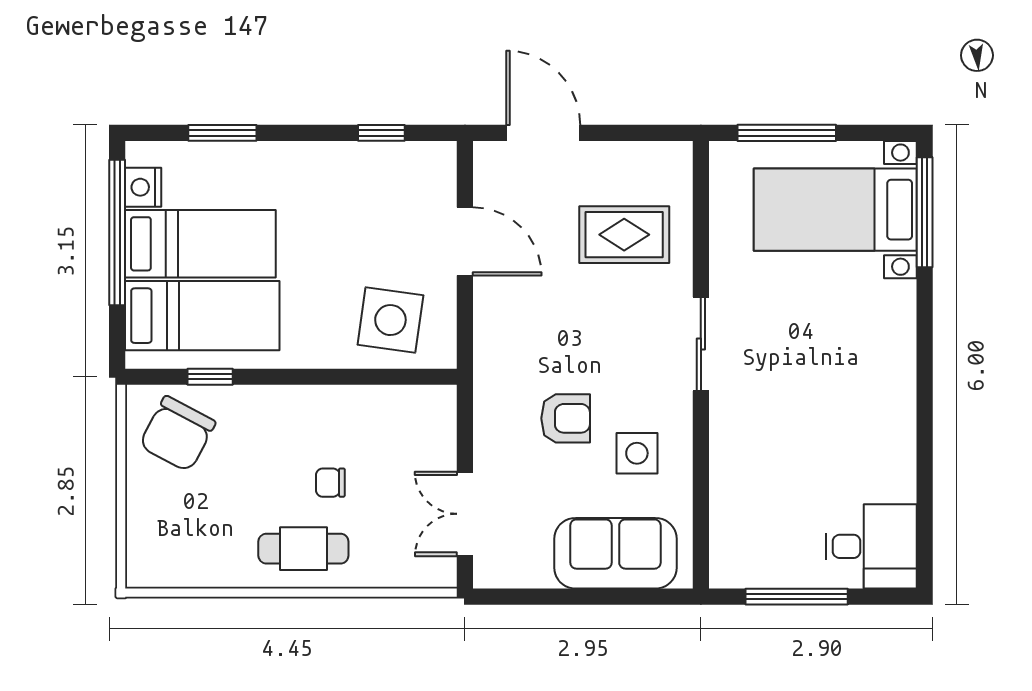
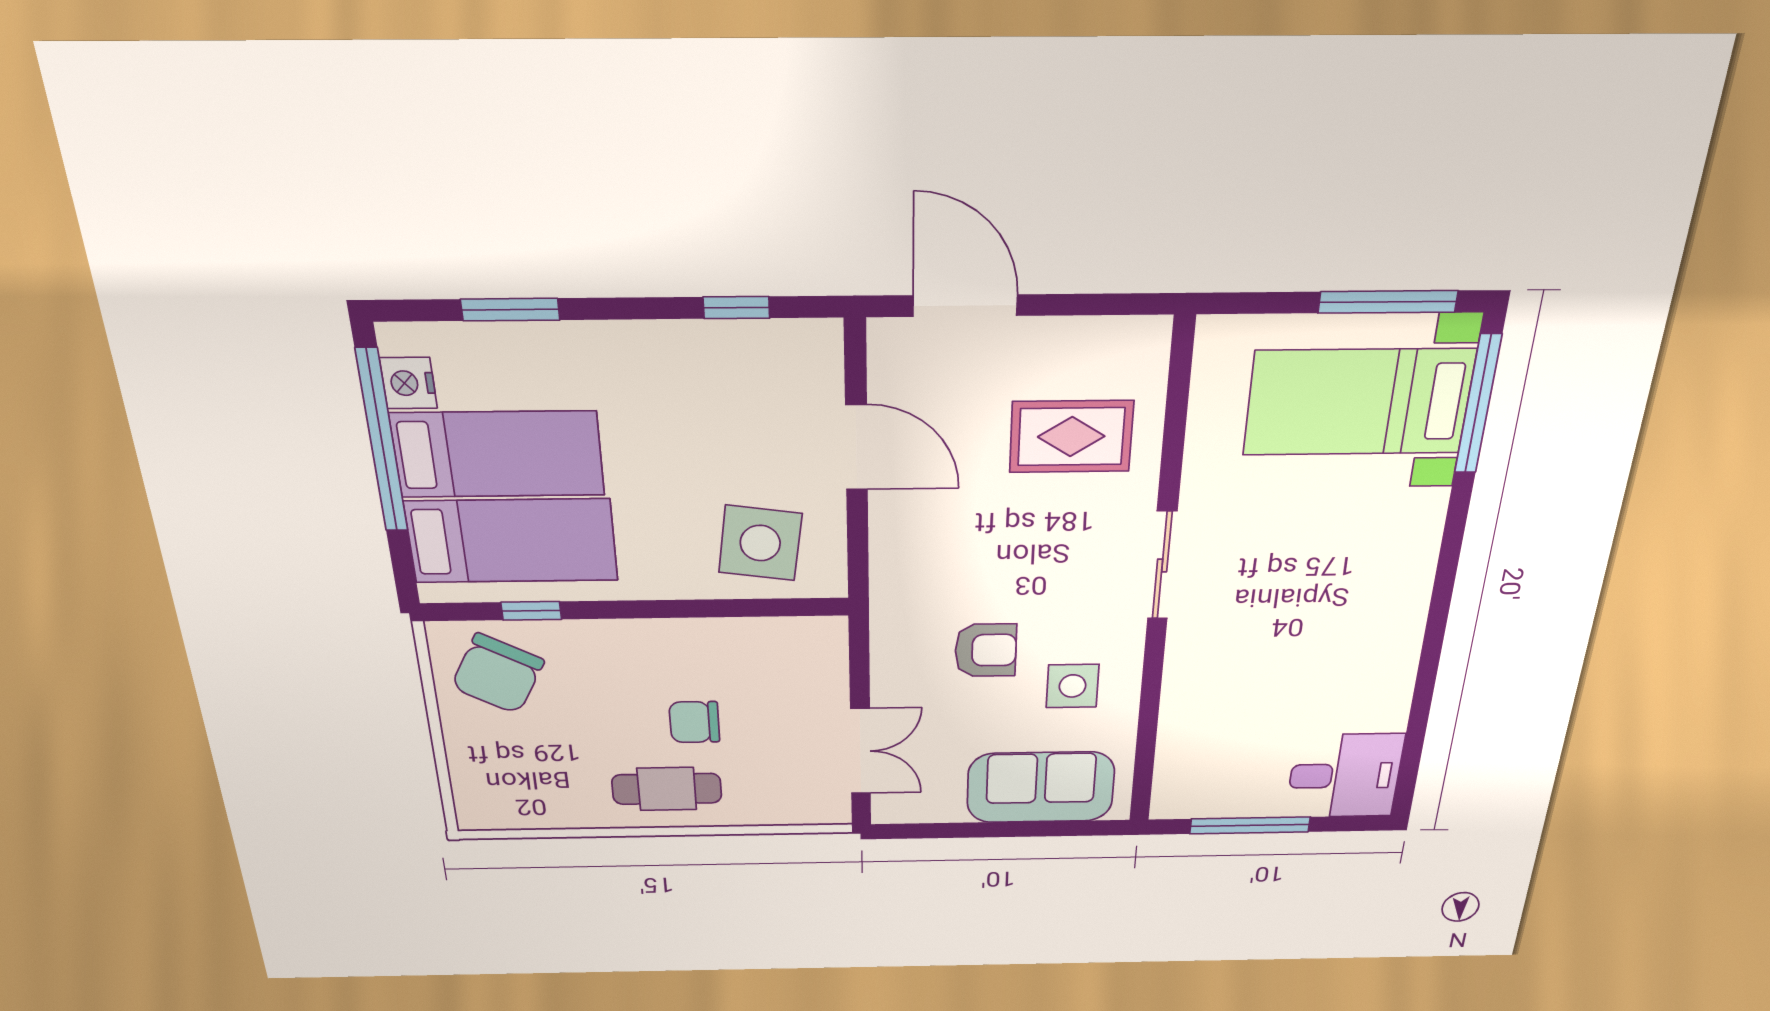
window: (787, 133) -> (1388, 302), moved
chair: (330, 483) -> (694, 722), width x1.37, depth x1.37
double door: (465, 514) -> (860, 751), swing flipped

